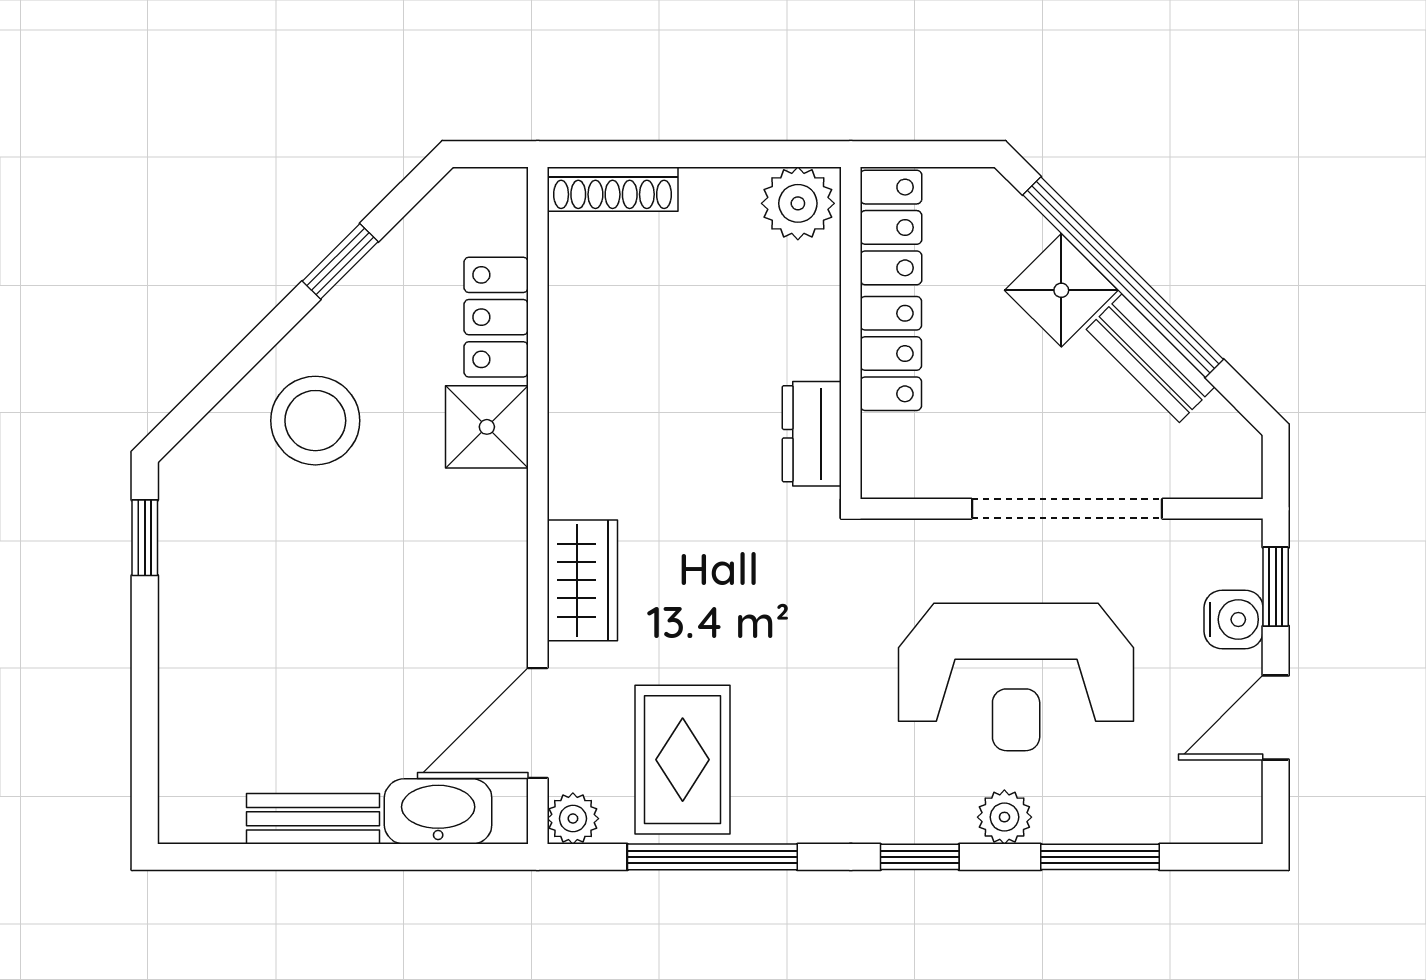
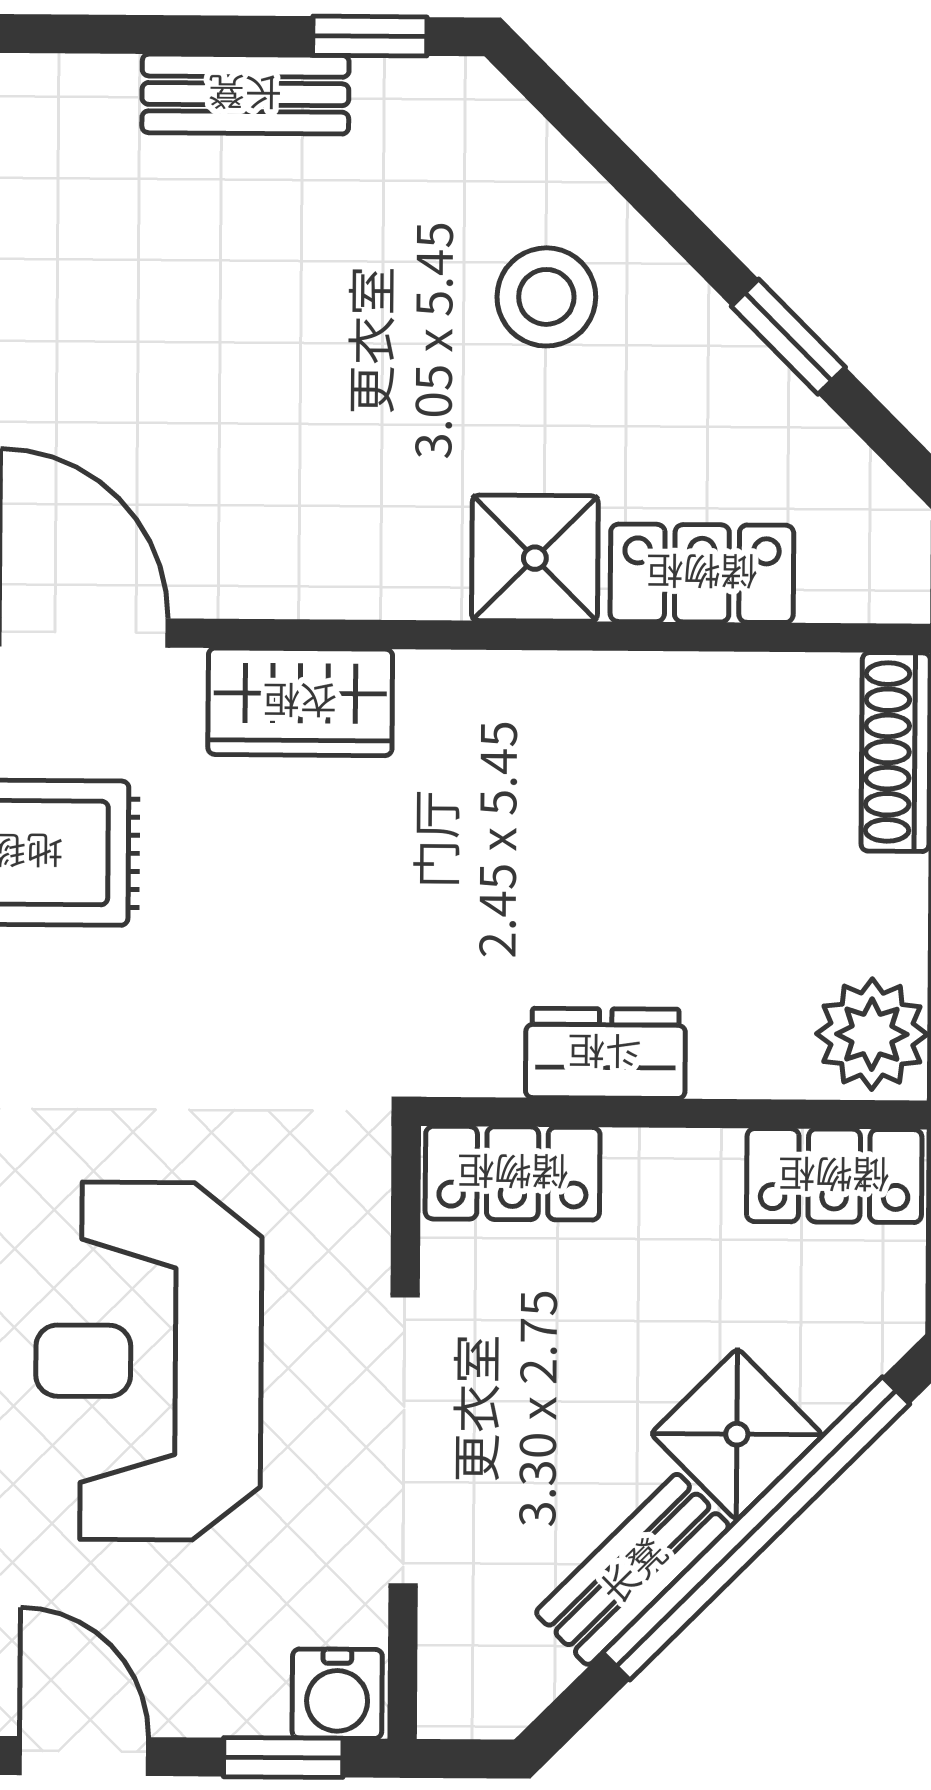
locker: (891, 354) -> (513, 1173), moved
stool: (315, 421) -> (546, 297), width x0.73, depth x0.73
dresser: (812, 434) -> (605, 1053), moved
bench: (183, 619) -> (245, 94), added
water cooler: (1234, 619) -> (337, 1694), moved

